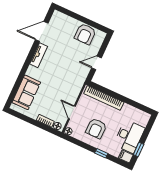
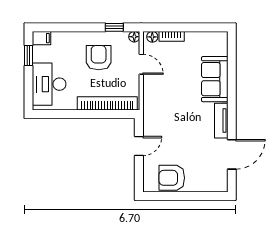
armchair: (85, 34) -> (172, 178), turned -90
sofa: (26, 92) -> (215, 79), moved
desk: (129, 136) -> (49, 84), moved
window: (101, 153) -> (114, 27), moved

